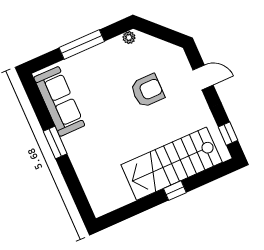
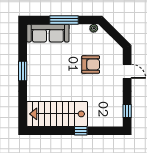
sofa: (59, 101) -> (48, 33), moved, turned 90
stairs: (172, 164) -> (57, 114), moved

